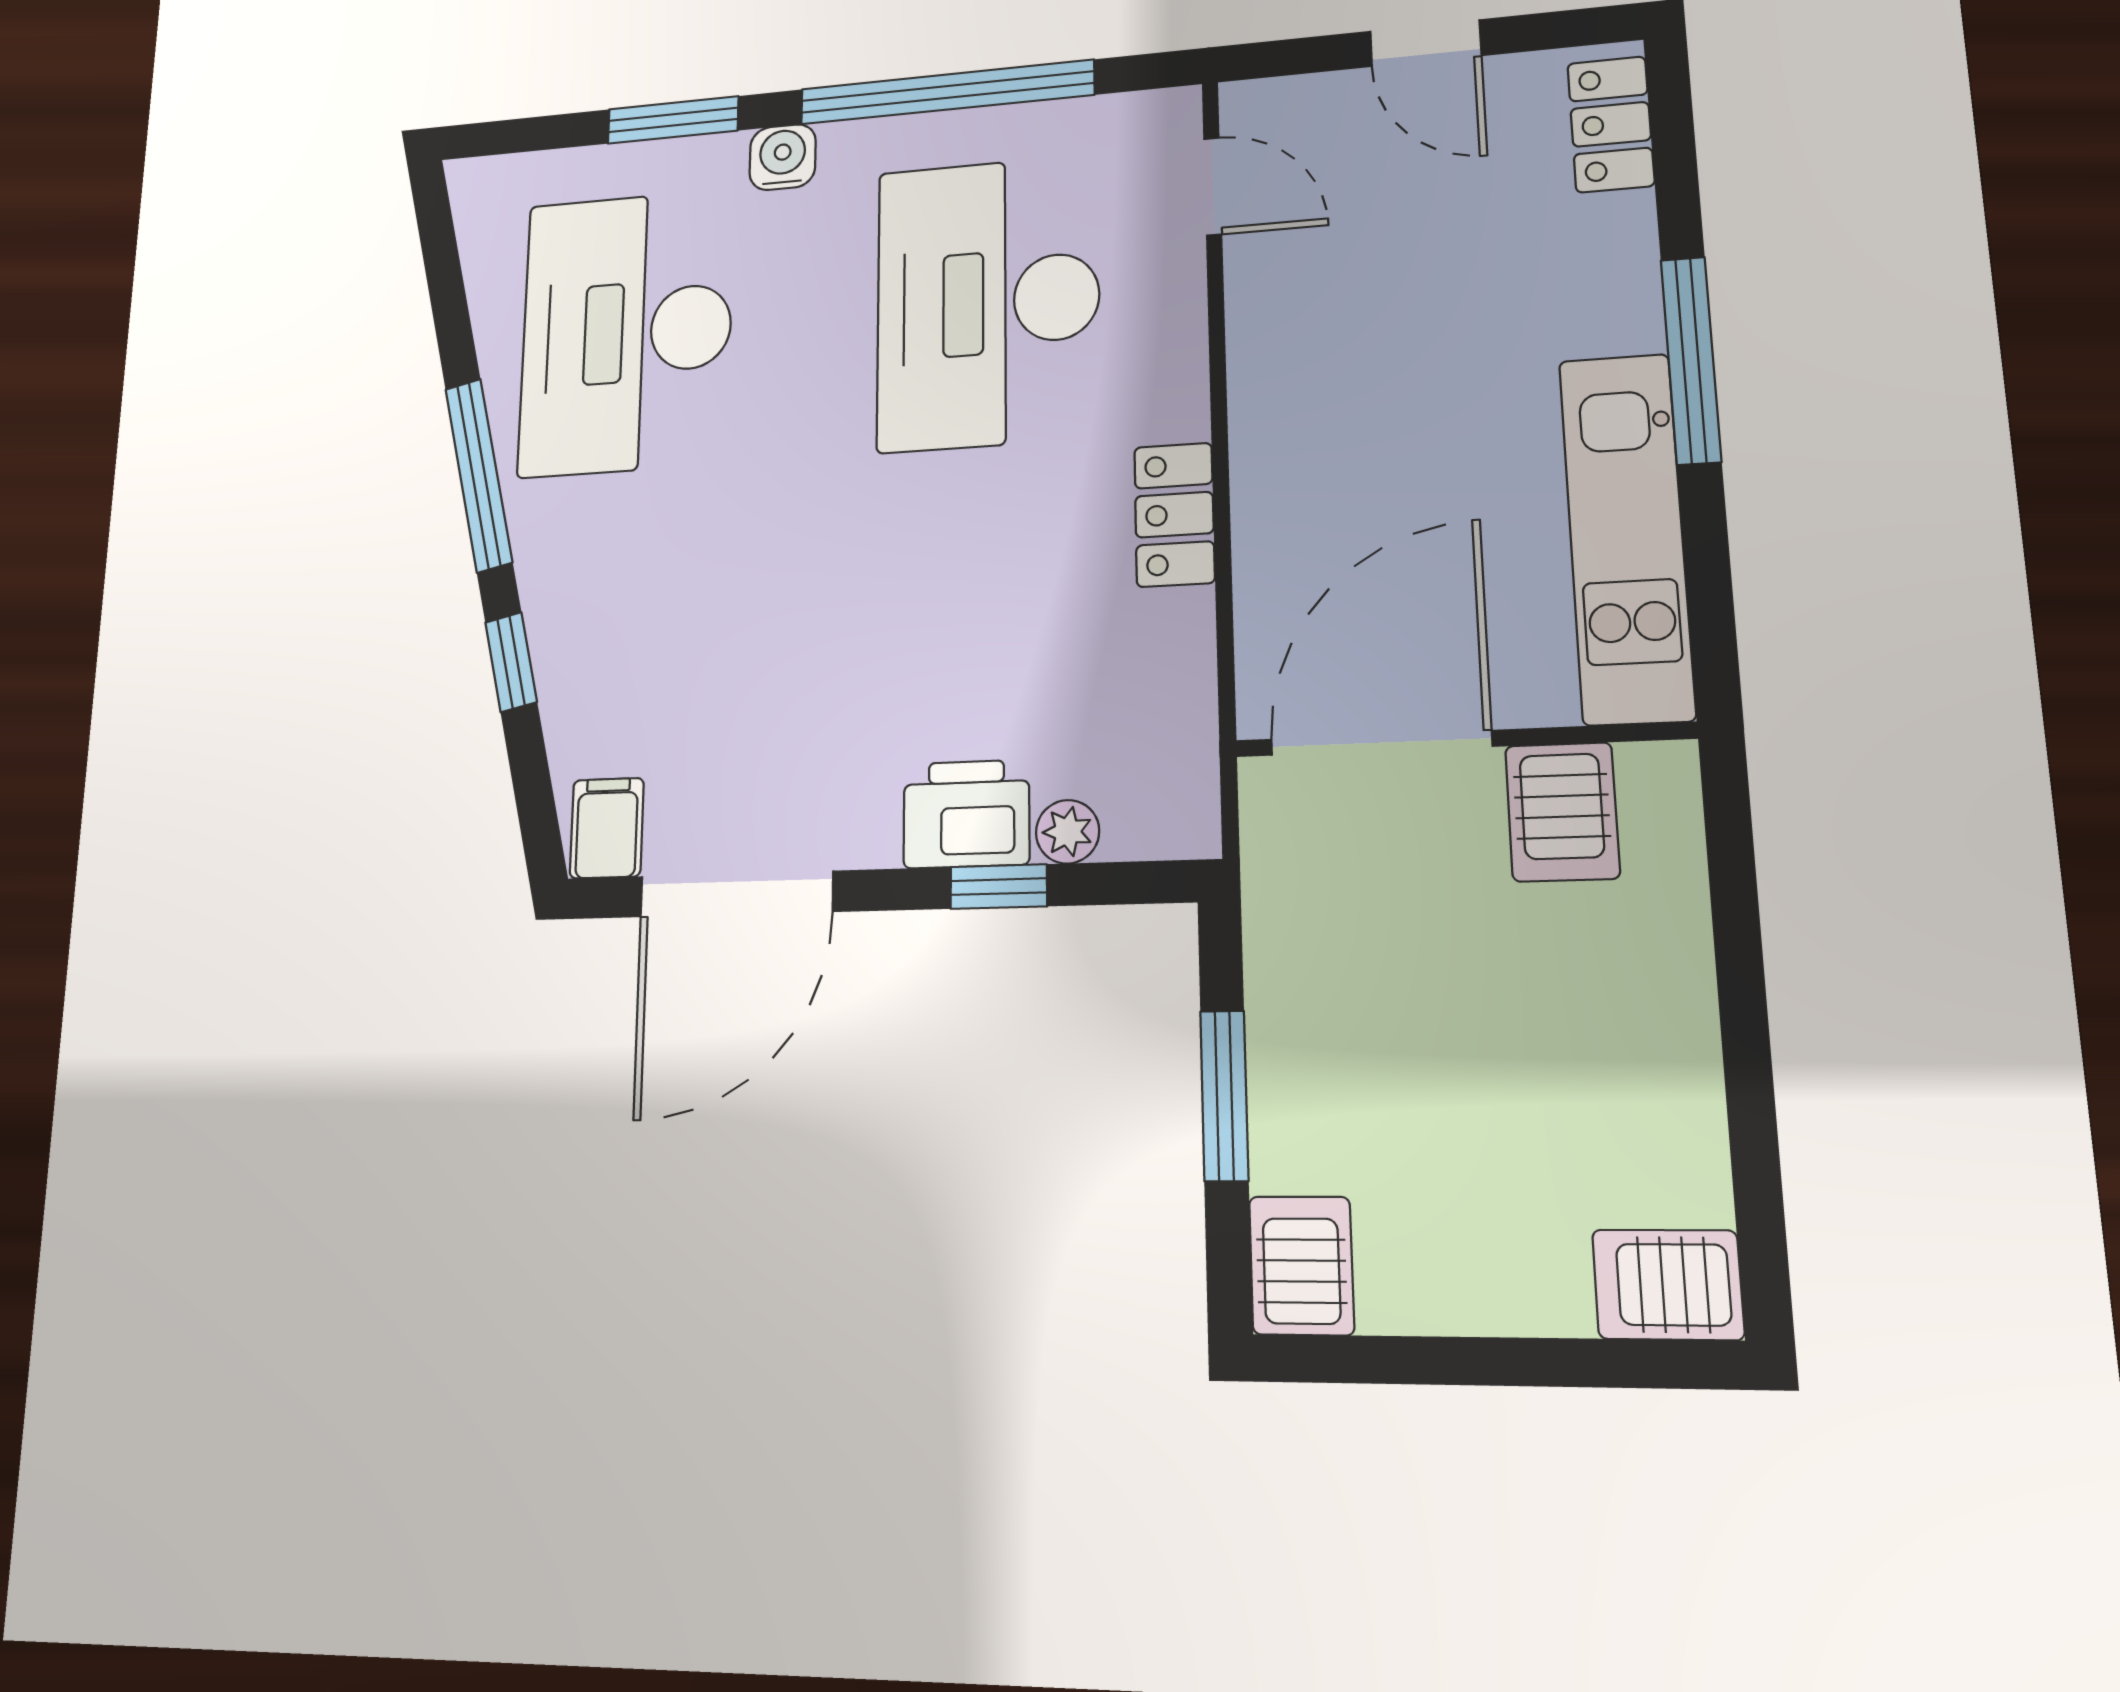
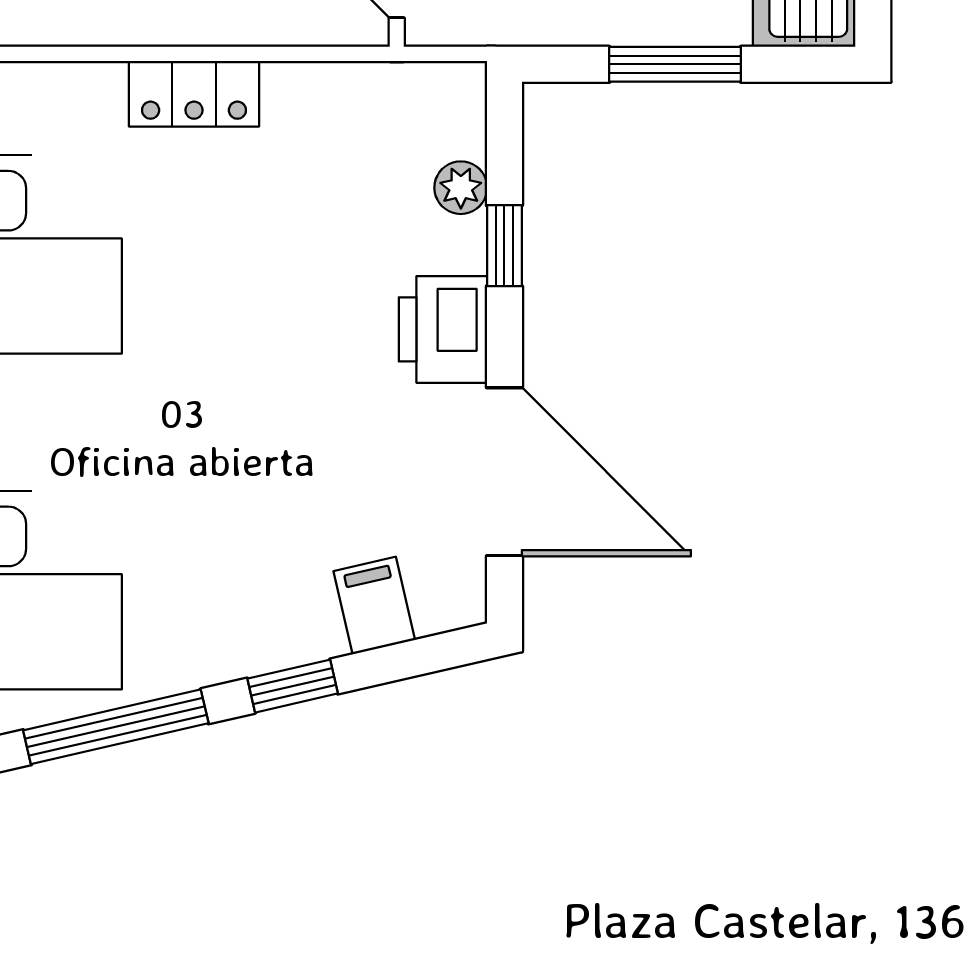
printer: (966, 814) -> (443, 329), moved
filing cabinet: (607, 828) -> (374, 606), moved, turned 77

